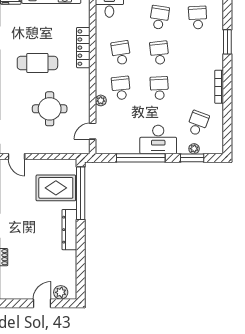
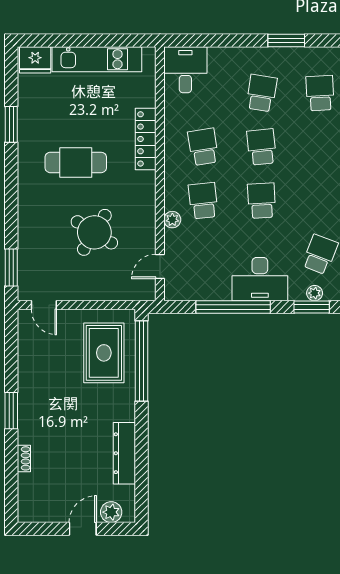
round table: (50, 109) -> (94, 232), turned 32
rug: (56, 188) -> (104, 353), turned 90
dresser: (69, 230) -> (124, 453), moved

